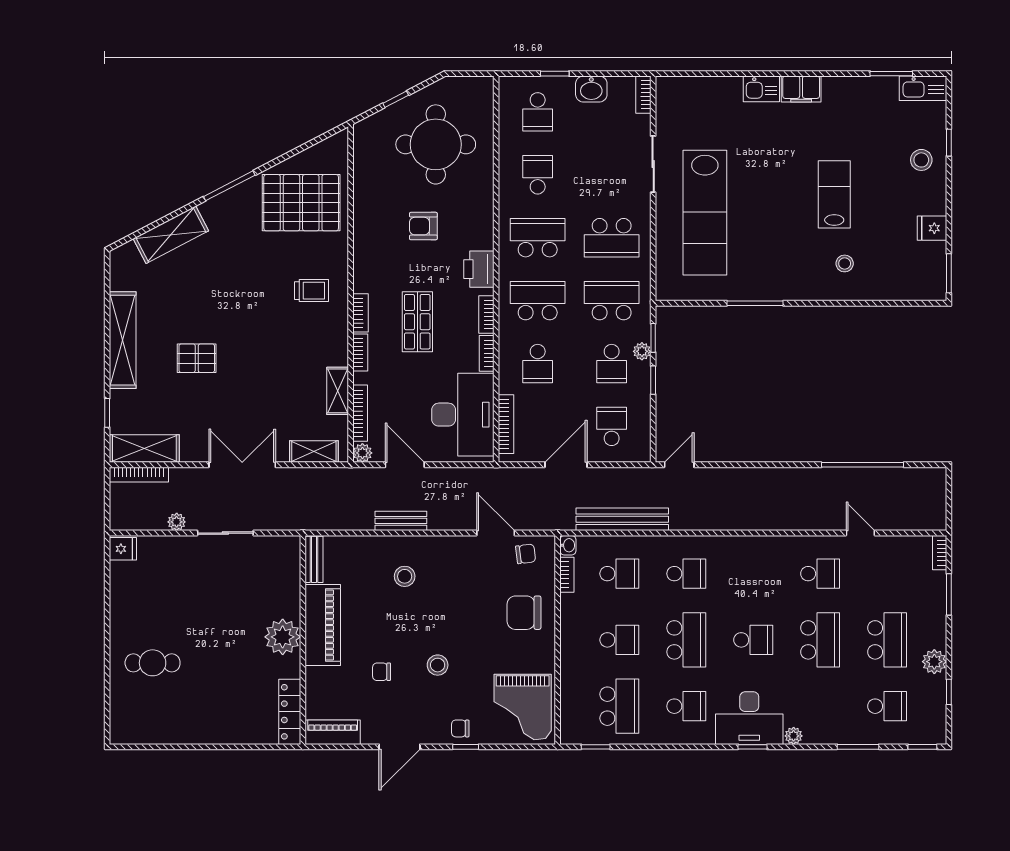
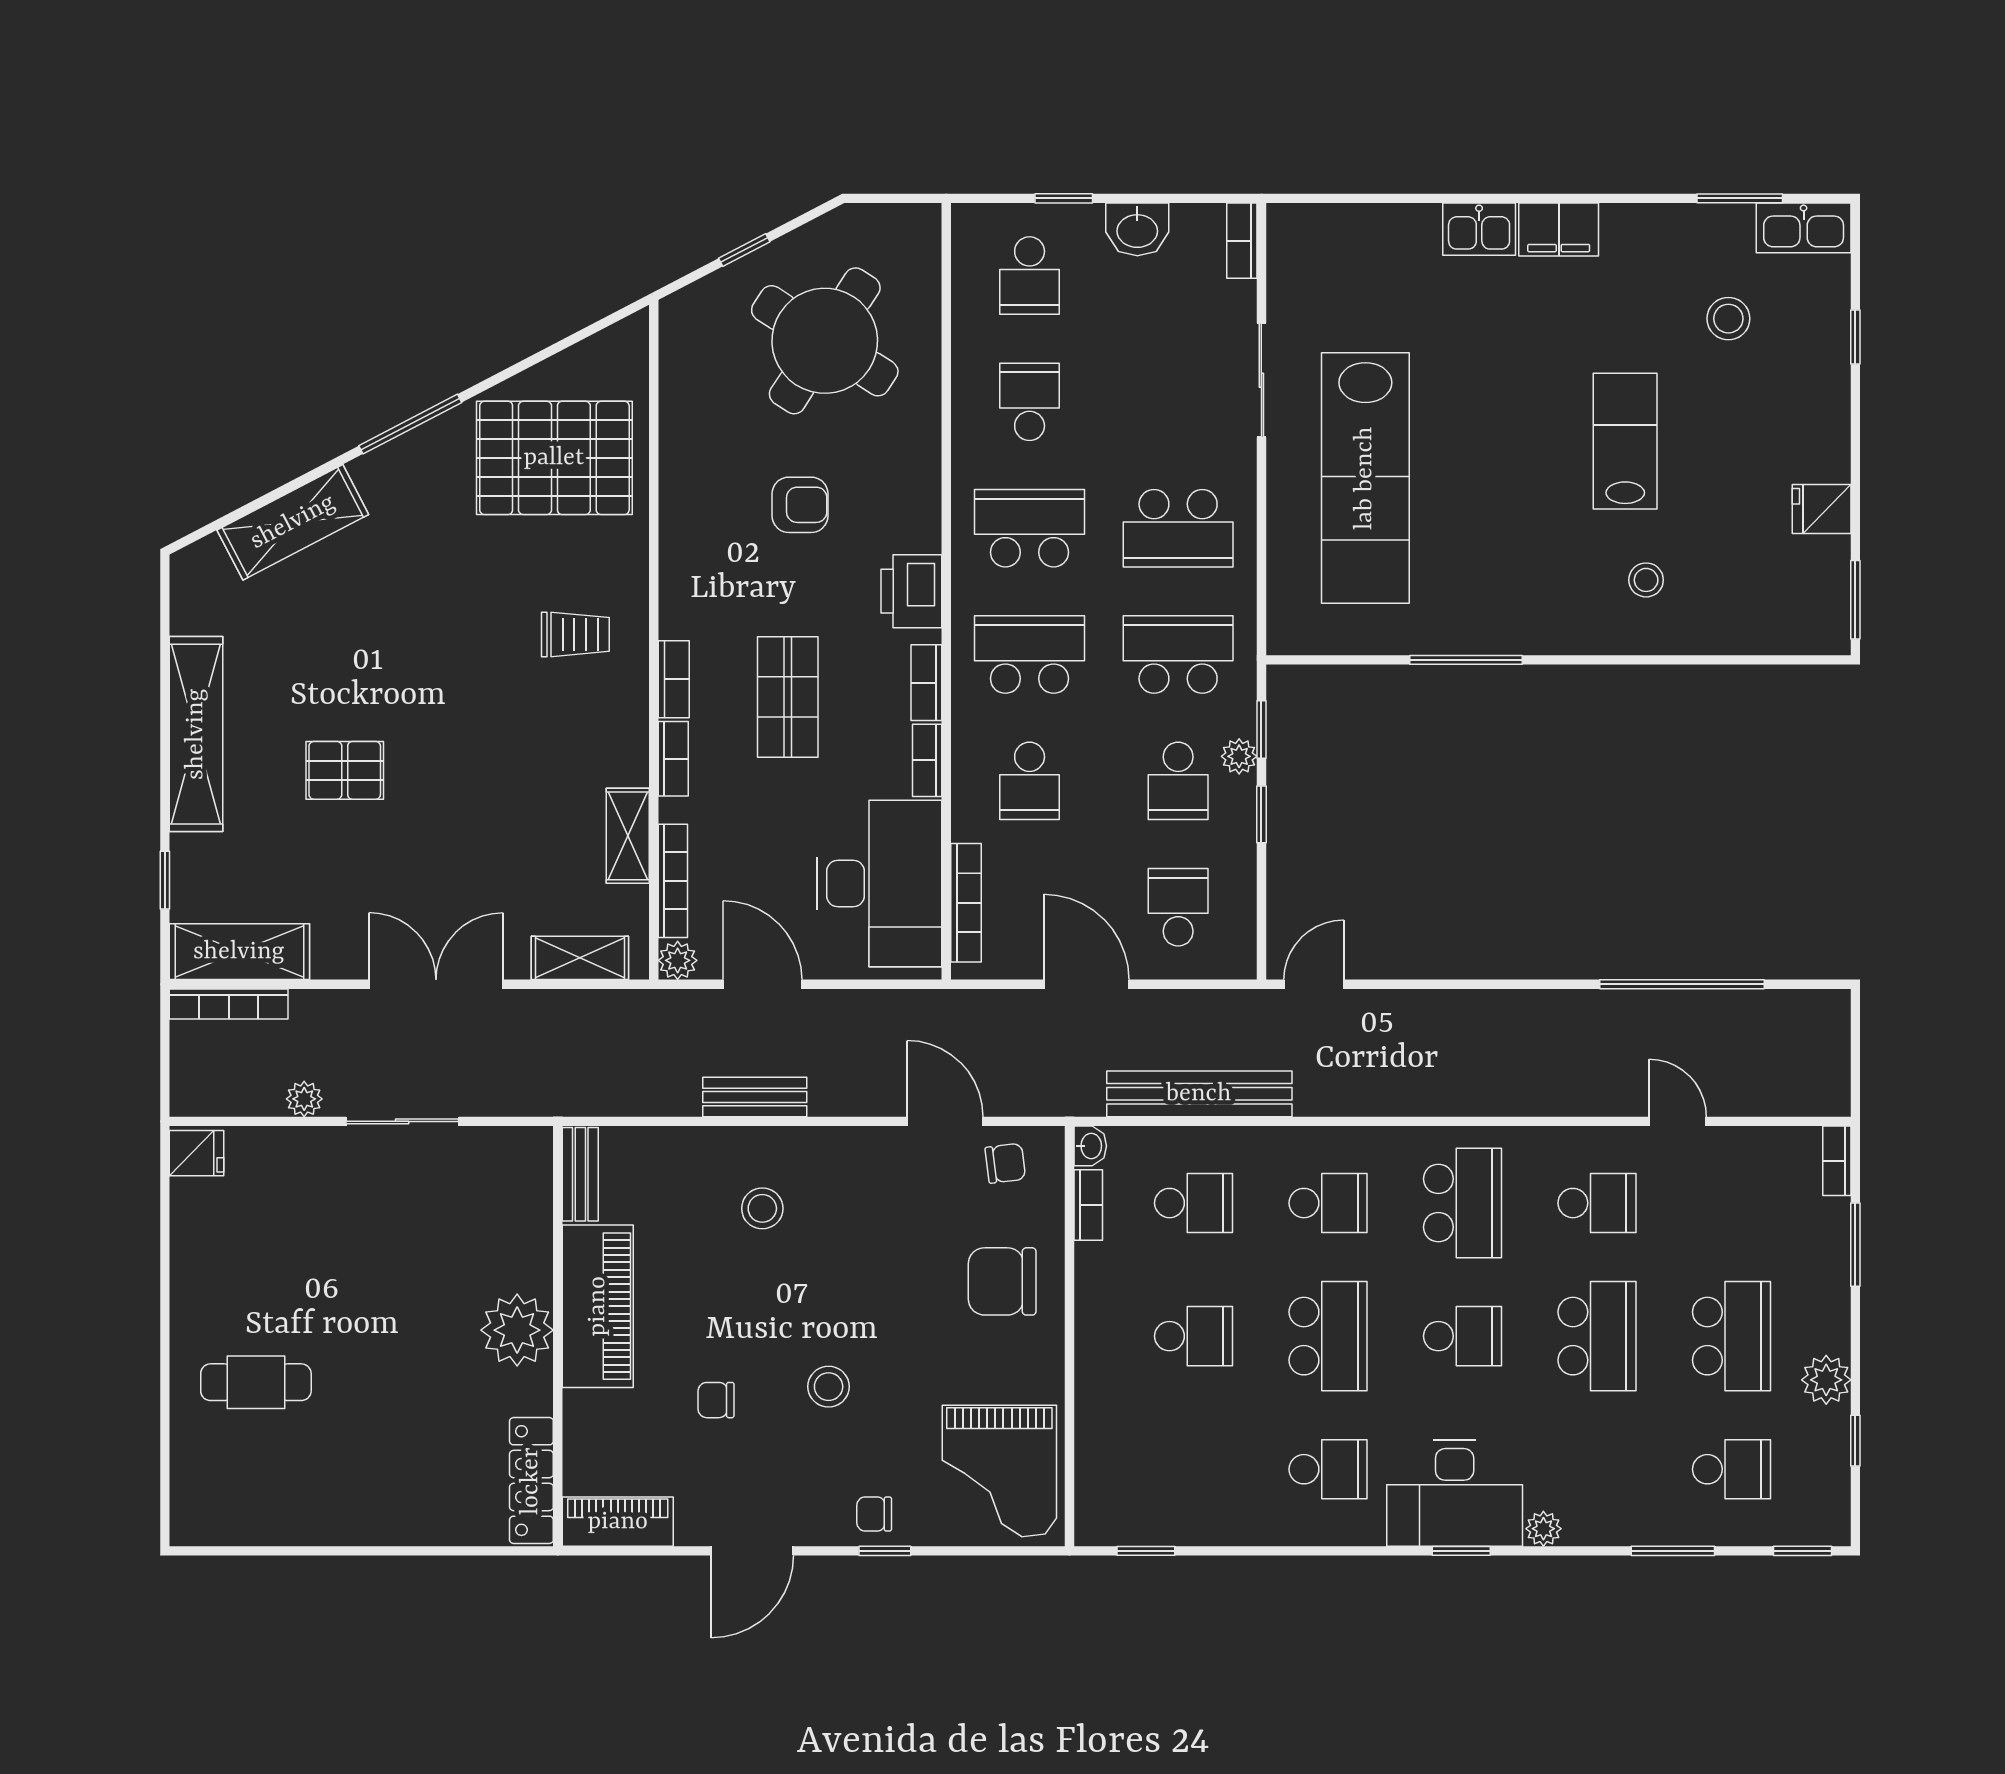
round table: (436, 144) -> (825, 341), turned 33
stool: (921, 160) -> (1728, 319), moved
armchair: (423, 226) -> (800, 505), turned 180
door: (566, 465) -> (1086, 984), hinge flipped
school desk: (619, 706) -> (1462, 1203), moved

